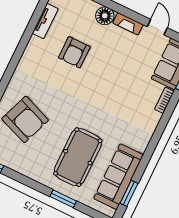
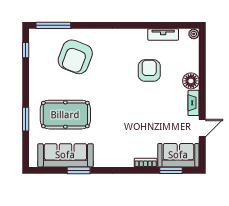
armchair: (74, 52) -> (149, 70), turned 90
window: (129, 193) -> (79, 170), moved

